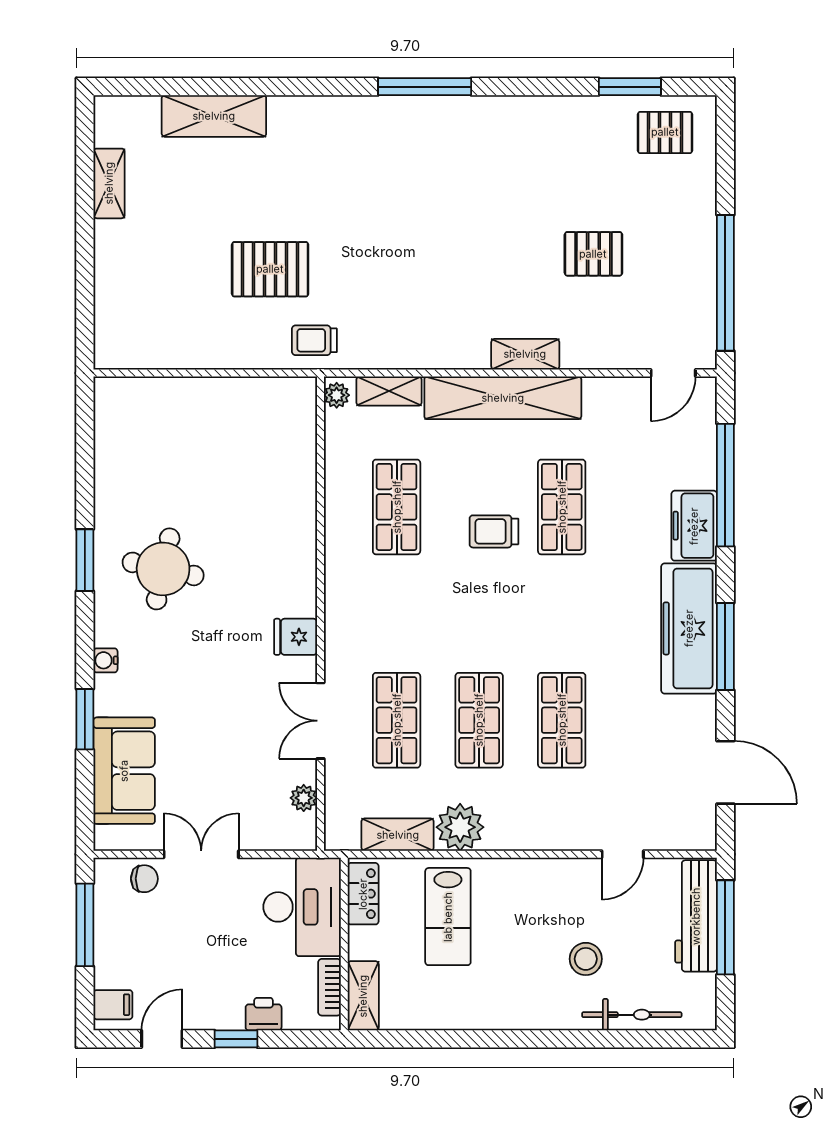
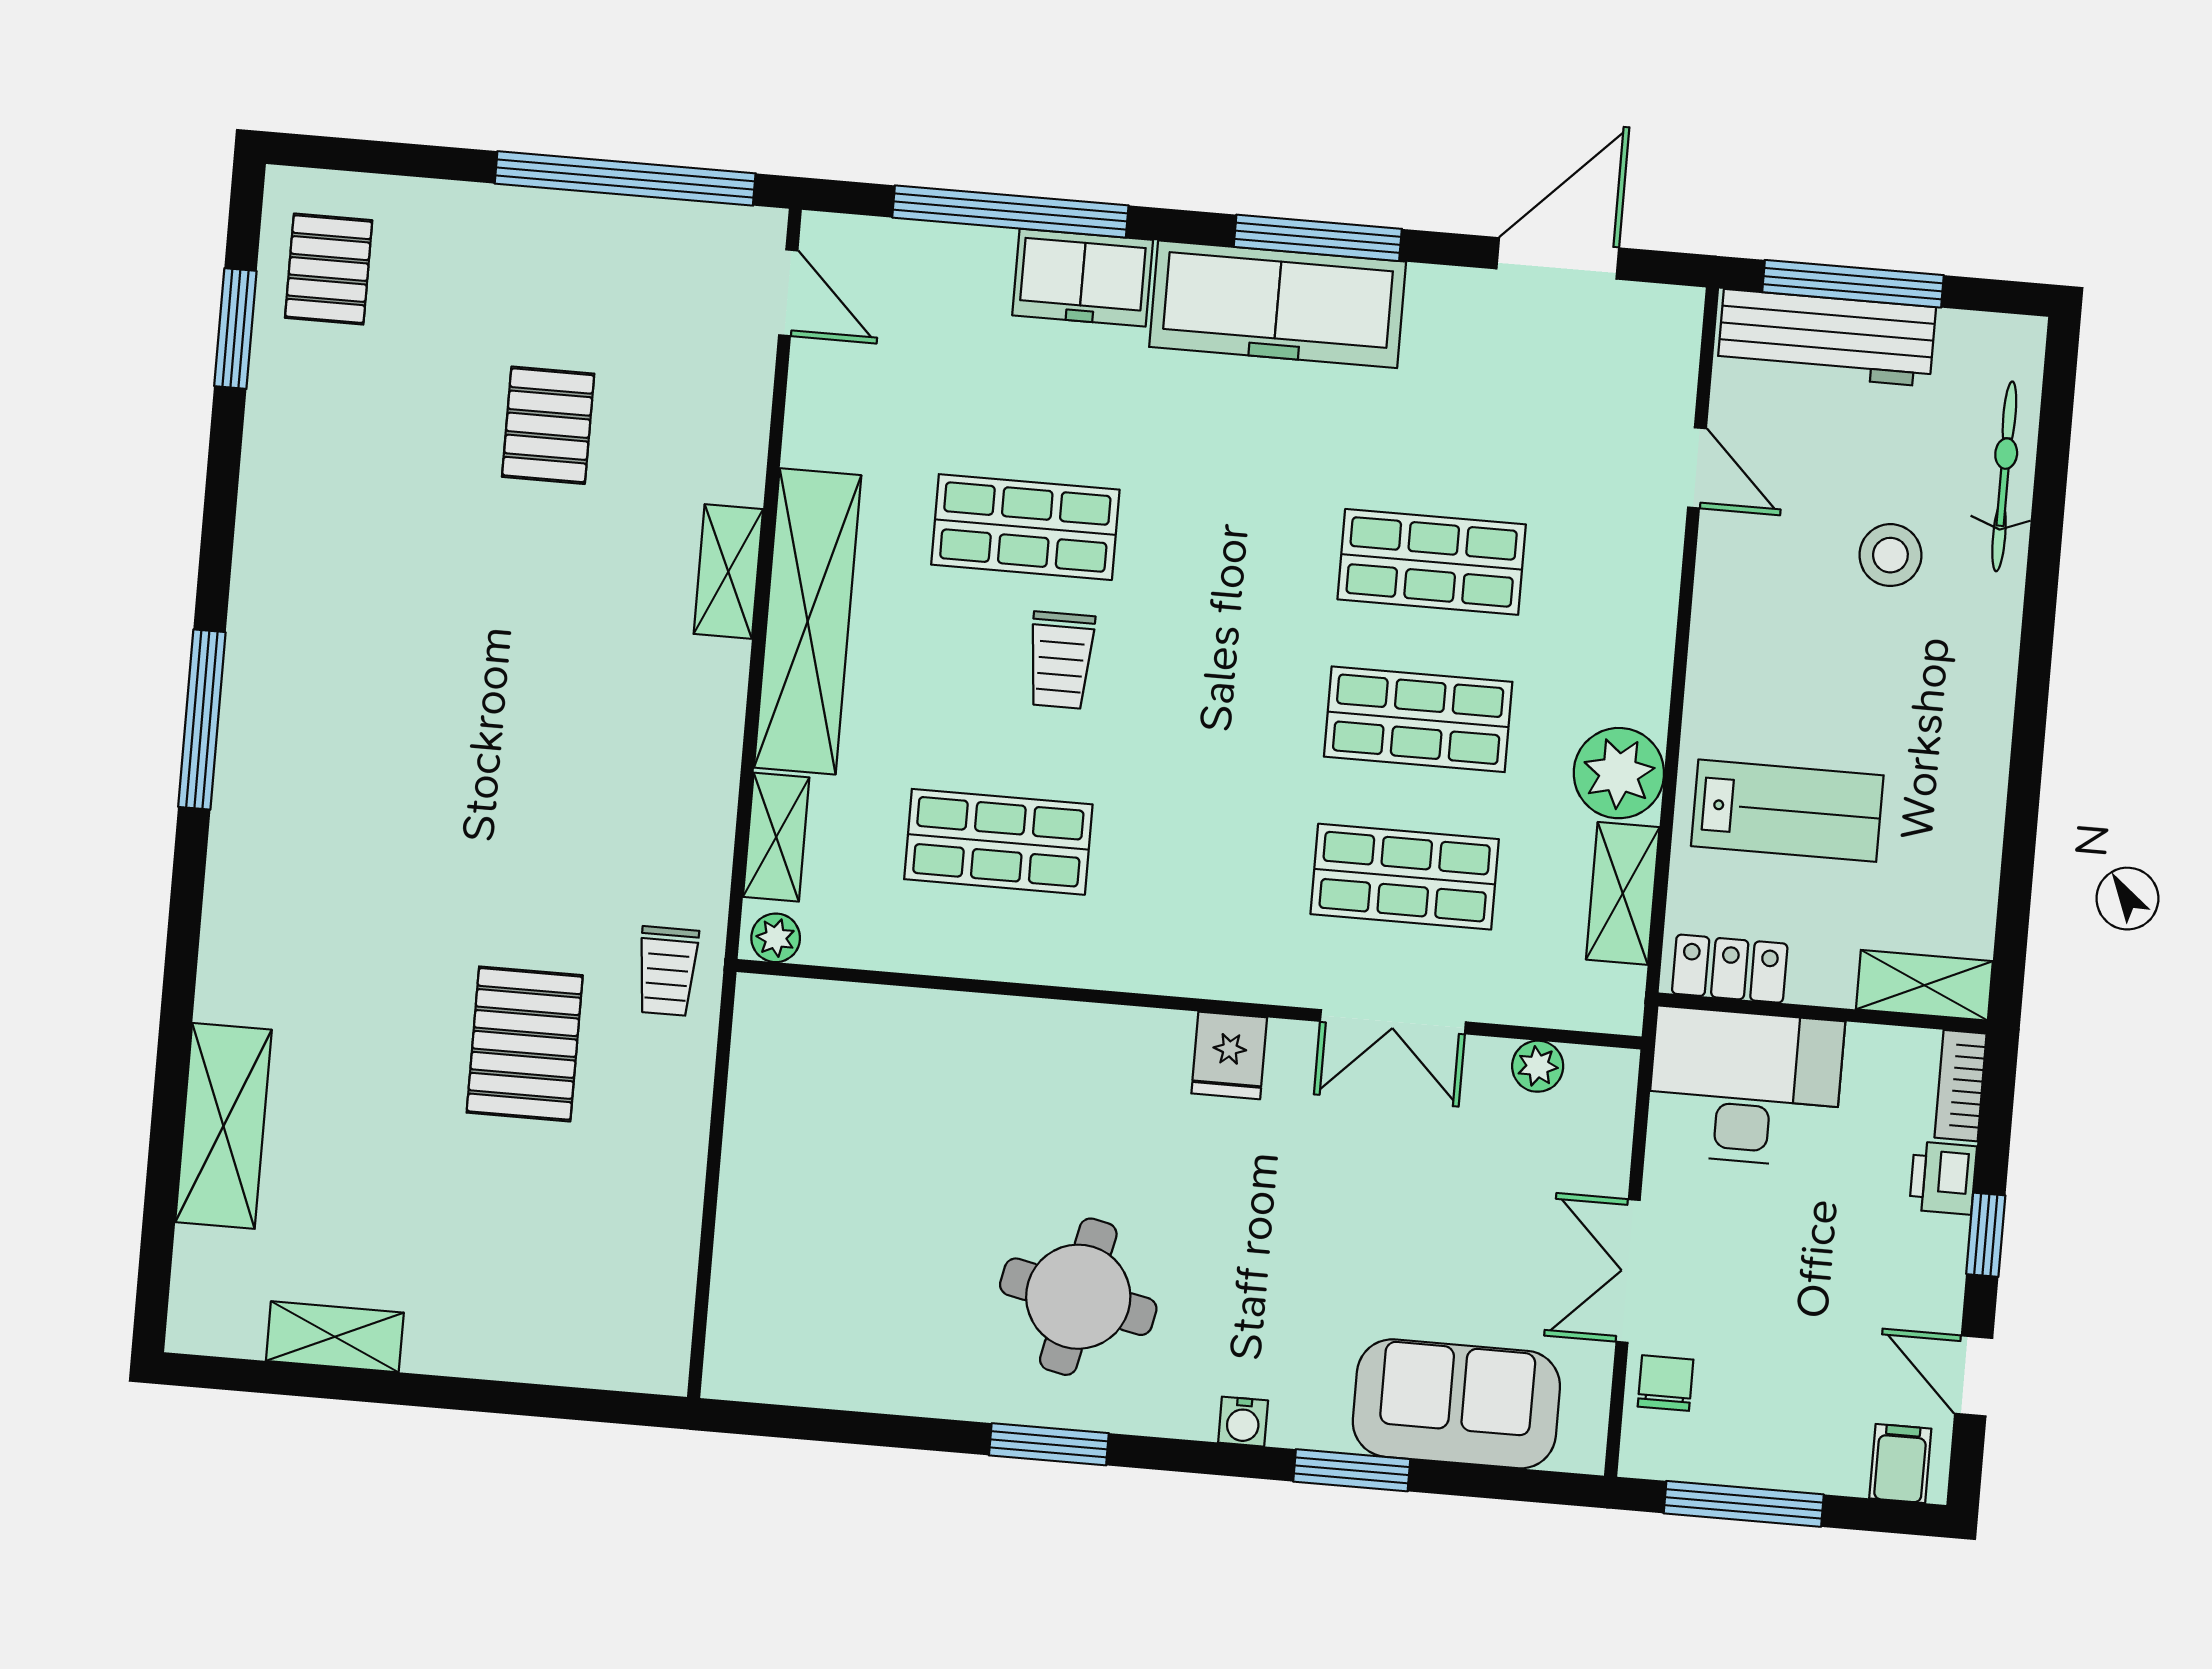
bookcase: (329, 987) -> (1961, 1086), moved, turned 90

